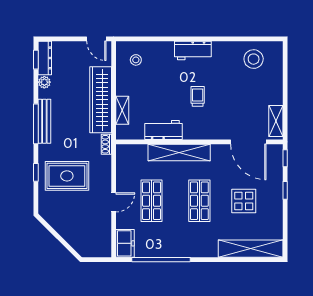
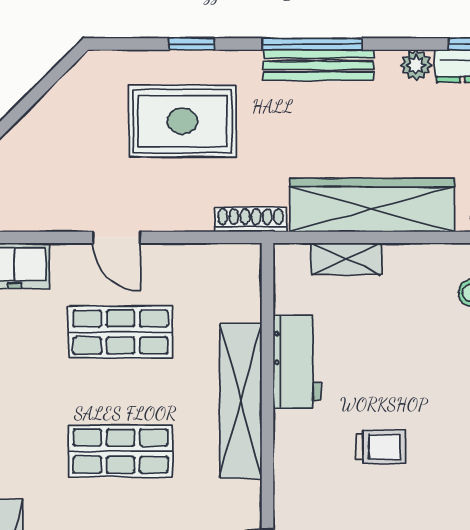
shoe rack: (106, 144) -> (251, 220), width x1.43
rug: (67, 176) -> (182, 121), turned 90

